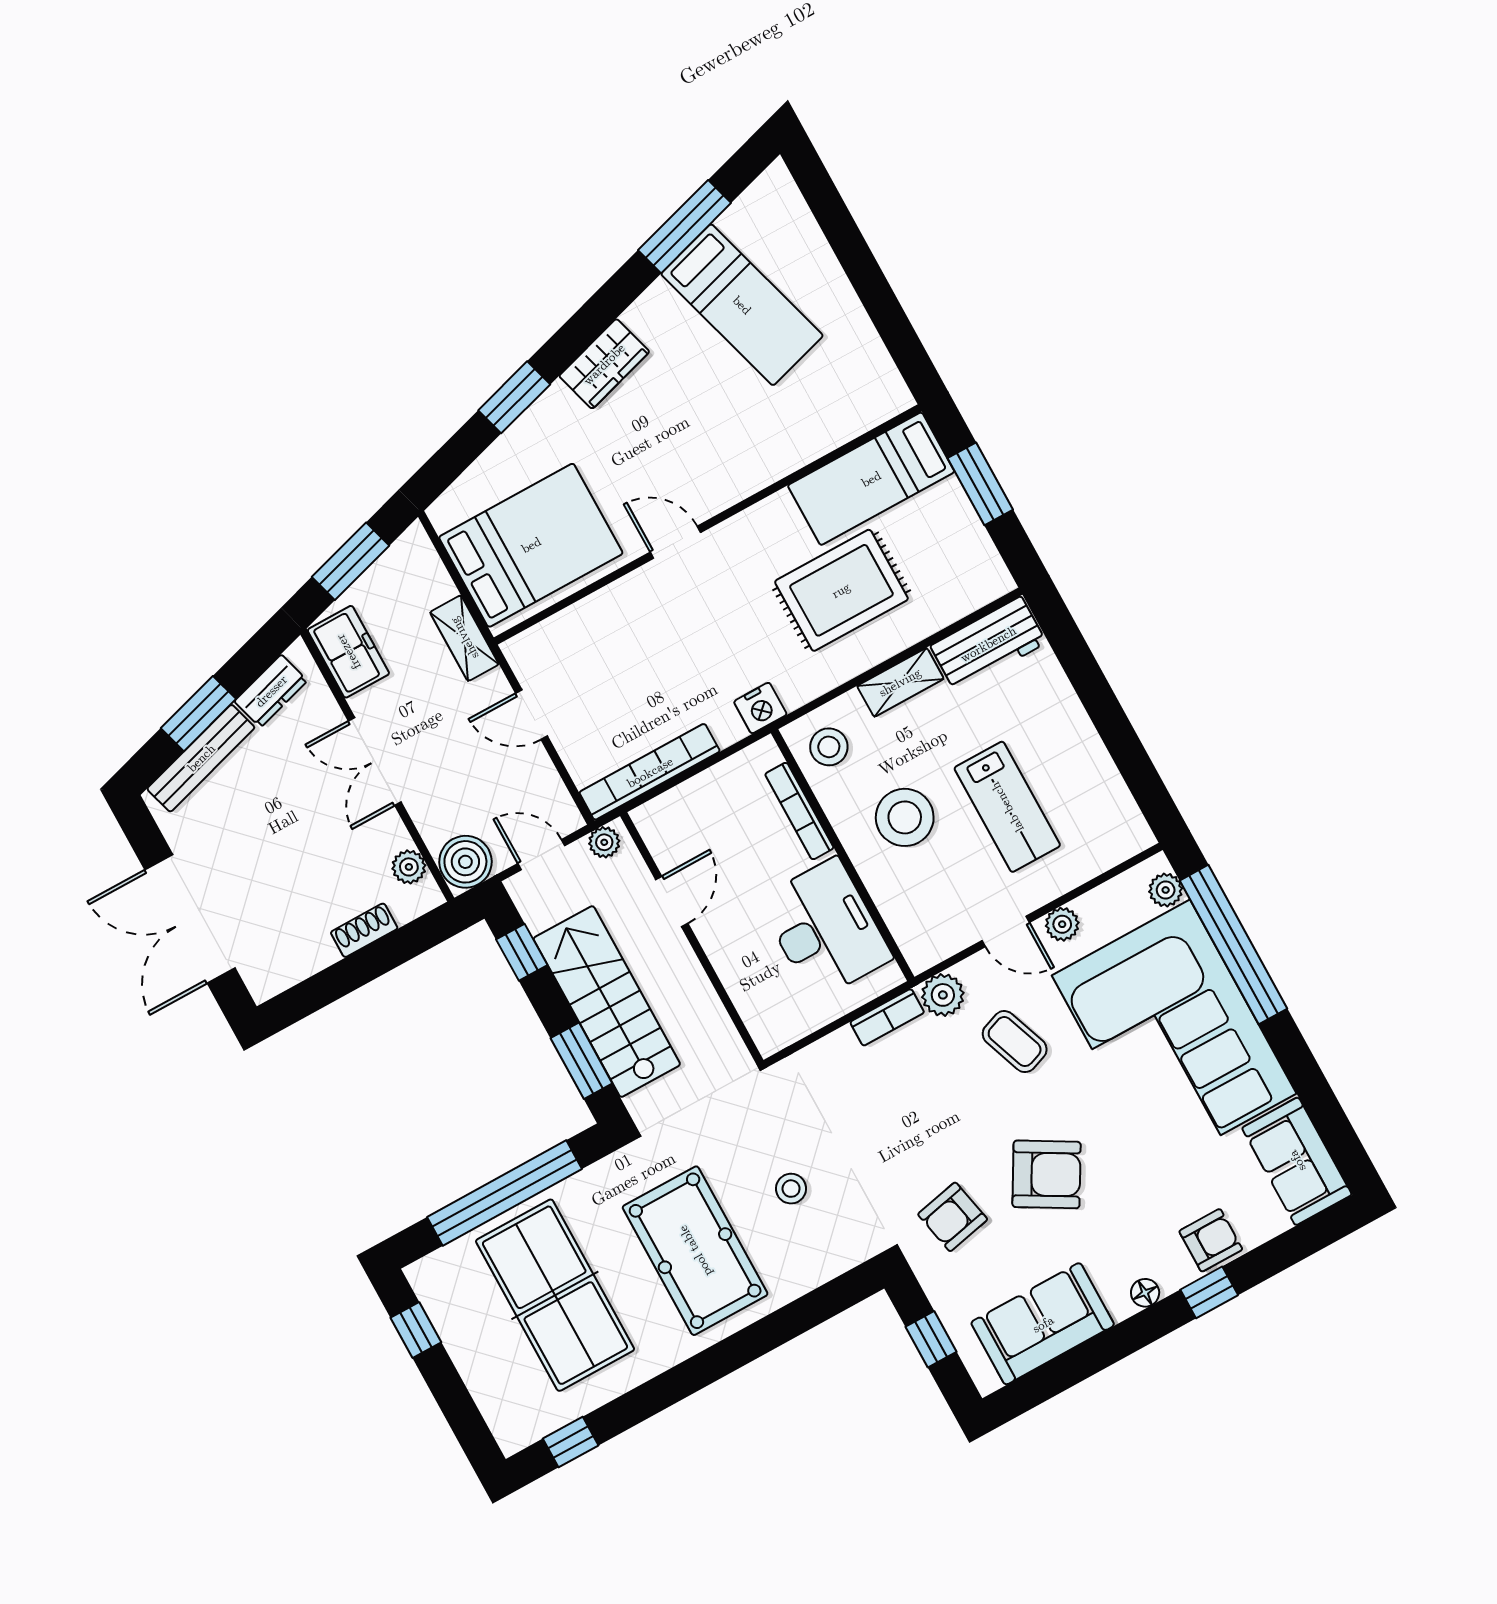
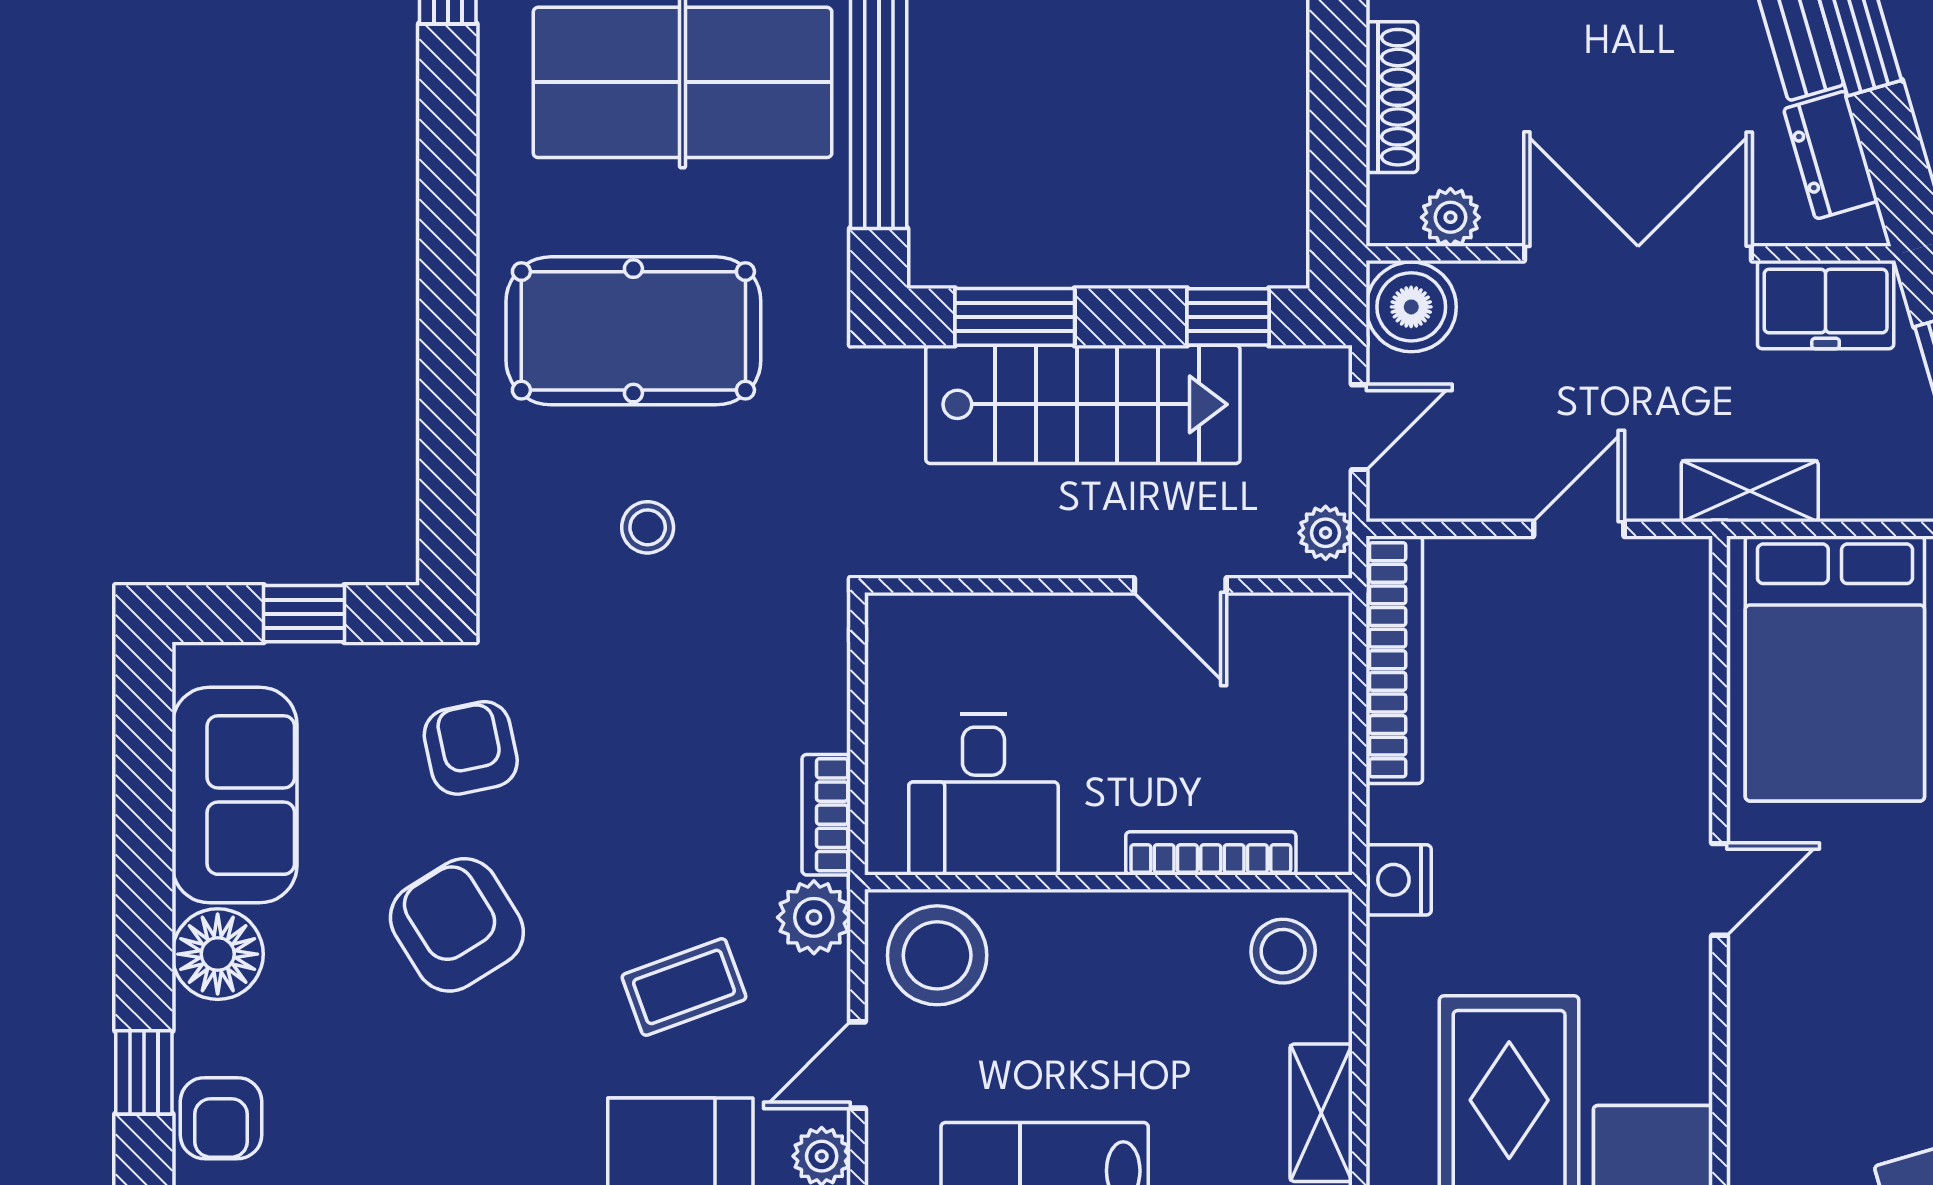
double door: (375, 761) -> (1638, 253), width x1.37
stool: (905, 817) -> (937, 955), moved
desk: (825, 929) -> (983, 795), width x0.73
shoe rack: (364, 930) -> (1392, 97), width x1.43
armchair: (1047, 1174) -> (457, 925), turned 118
floor lamp: (1145, 1293) -> (218, 954), width x1.89, depth x1.89

